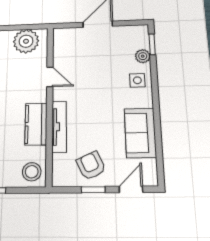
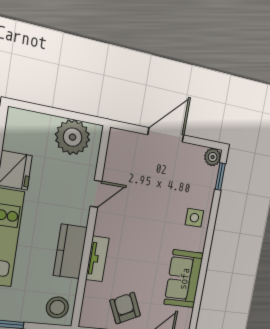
plant: (143, 56) -> (213, 157), moved
door: (50, 77) -> (96, 194), hinge flipped
tv unit: (59, 127) -> (97, 259), width x0.71

